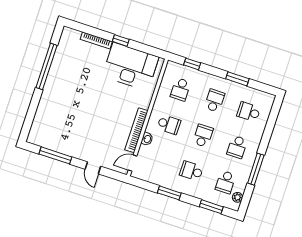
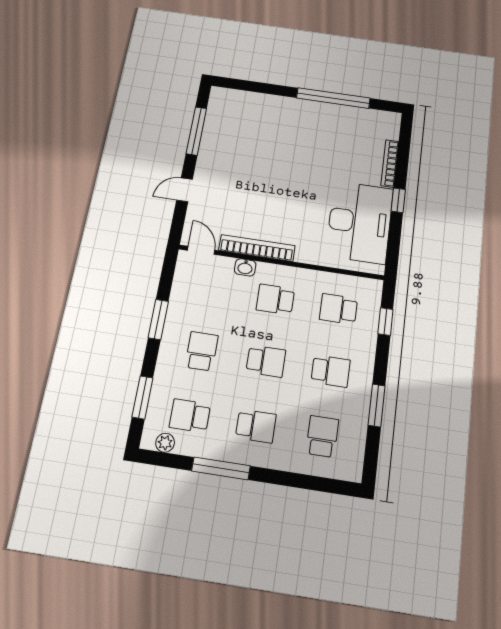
school desk: (169, 125) -> (275, 299), turned 90
school desk: (237, 147) -> (256, 426), turned 180

